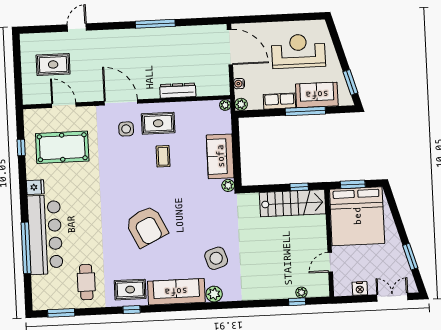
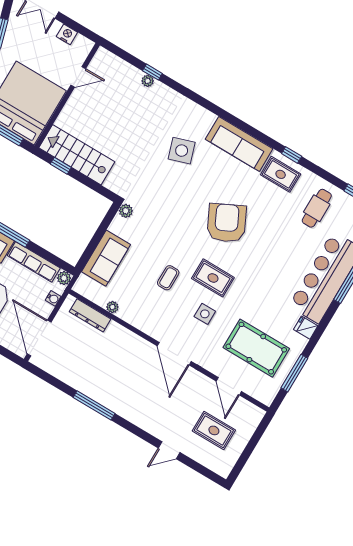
dresser: (178, 91) -> (90, 315), moved
row of seats: (279, 101) -> (34, 262), width x1.48
plant: (225, 105) -> (112, 307), moved
rug: (158, 123) -> (213, 278), moved
side table: (126, 129) -> (205, 314), moved
window: (21, 147) -> (294, 373), width x2.17
sofa: (220, 156) -> (106, 258), moved
plant: (301, 292) -> (148, 81), moved
plant: (214, 294) -> (206, 119), removed
window: (297, 302) -> (152, 72), moved

